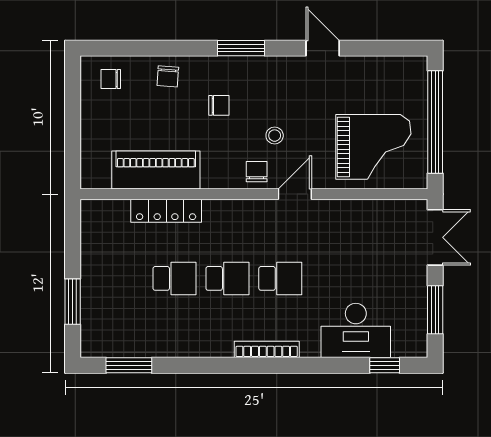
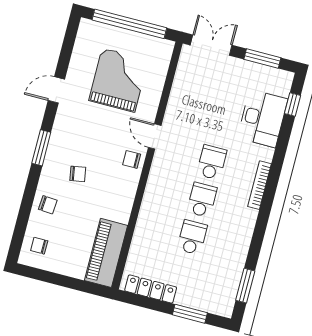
chair: (111, 79) -> (39, 246), turned 90
chair: (219, 105) -> (78, 174), turned 80
stool: (275, 136) -> (109, 140), removed
grand piano: (373, 147) -> (119, 80), moved
piano: (156, 170) -> (106, 253), moved
locker: (166, 211) -> (151, 289), moved, turned -90

